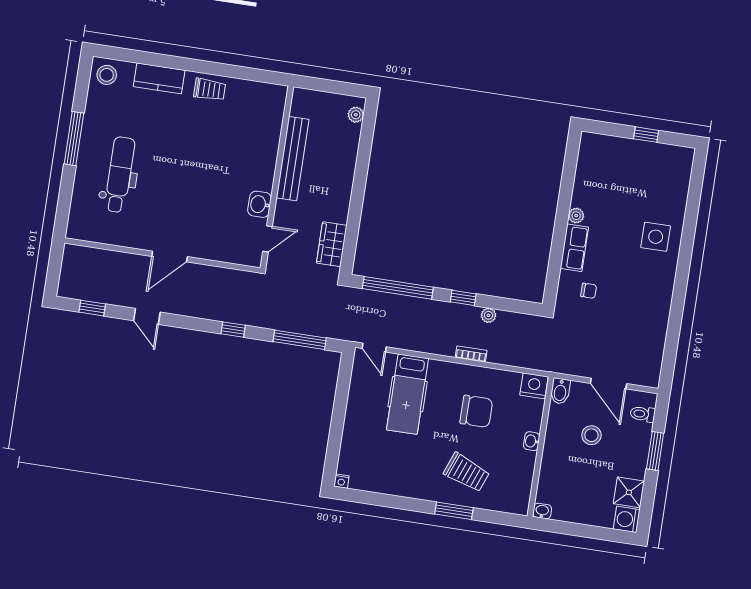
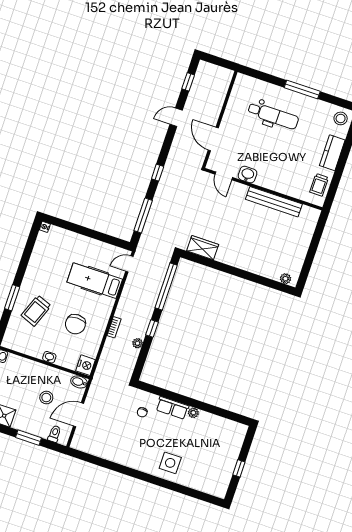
bench: (293, 159) -> (274, 202), moved
wall: (277, 177) -> (263, 189), moved
washbasin: (260, 204) -> (247, 175), moved
door: (268, 239) -> (224, 176), moved

